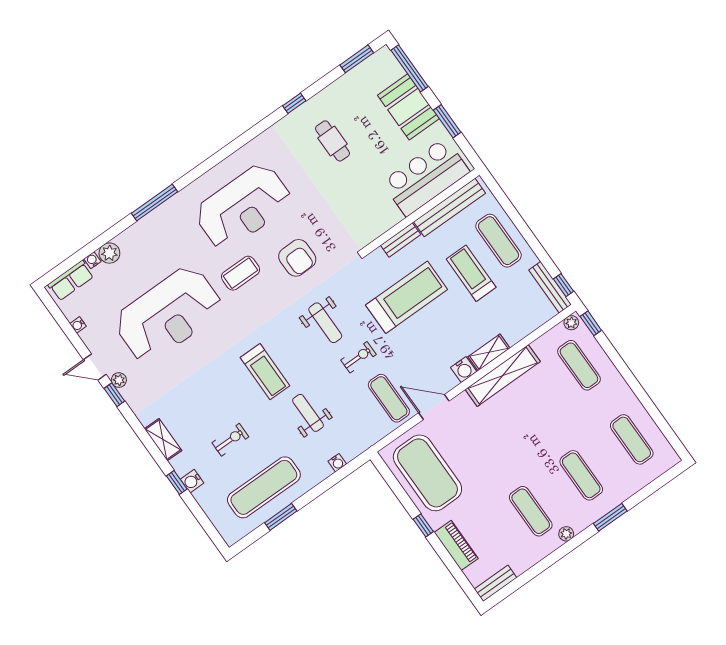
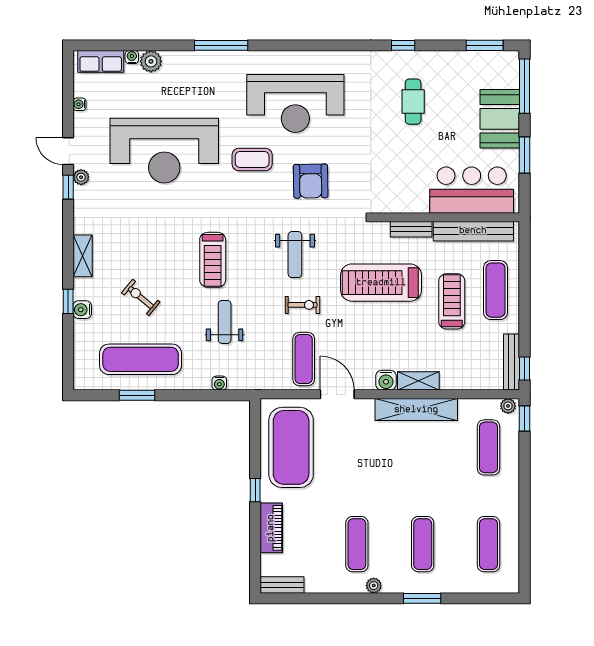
treadmill: (407, 297) -> (381, 283), turned 180
exercise bike: (230, 440) -> (141, 297), turned -140

